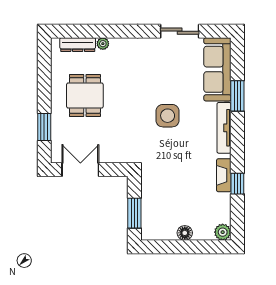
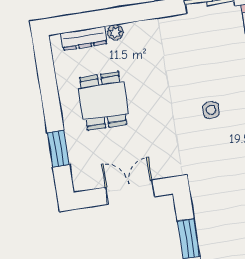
side table: (168, 116) -> (211, 110), width x0.54, depth x0.54
double door: (80, 170) -> (130, 192), moved

